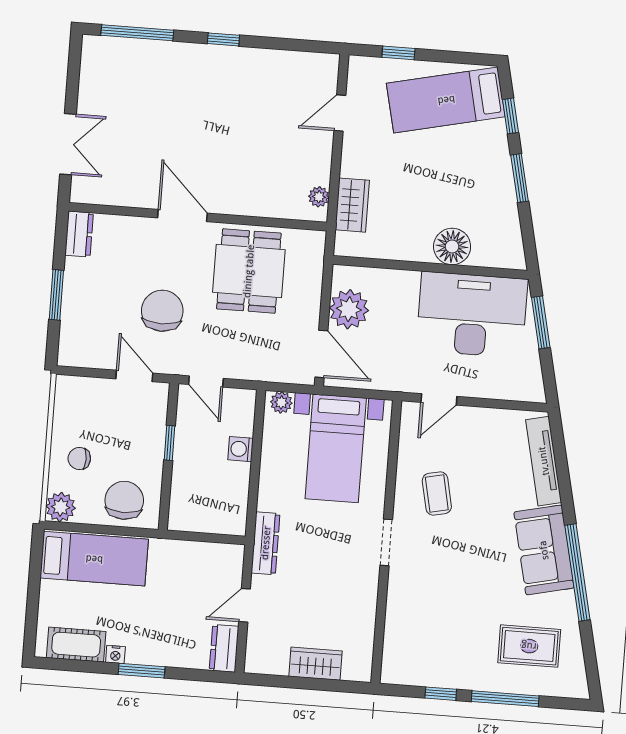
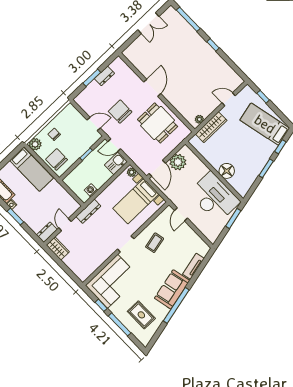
double door: (68, 144) -> (148, 23), moved
wardrobe: (352, 205) -> (211, 127), width x1.50
dresser: (79, 234) -> (104, 76), moved
dining table: (249, 271) -> (158, 123), turned 90
chair: (162, 311) -> (120, 112), turned -90
door: (134, 376) -> (94, 124), hinge flipped
door: (206, 381) -> (114, 145), hinge flipped
door: (439, 399) -> (181, 214), hinge flipped
kitchen sink: (238, 411) -> (116, 163), added
washing machine: (241, 449) -> (91, 190), moved
tv unit: (544, 461) -> (193, 266), width x0.71
chair: (124, 500) -> (57, 159), turned -90
door: (245, 605) -> (65, 225), hinge flipped
corner sofa: (423, 631) -> (113, 281), added
wardrobe: (316, 664) -> (58, 248), moved

